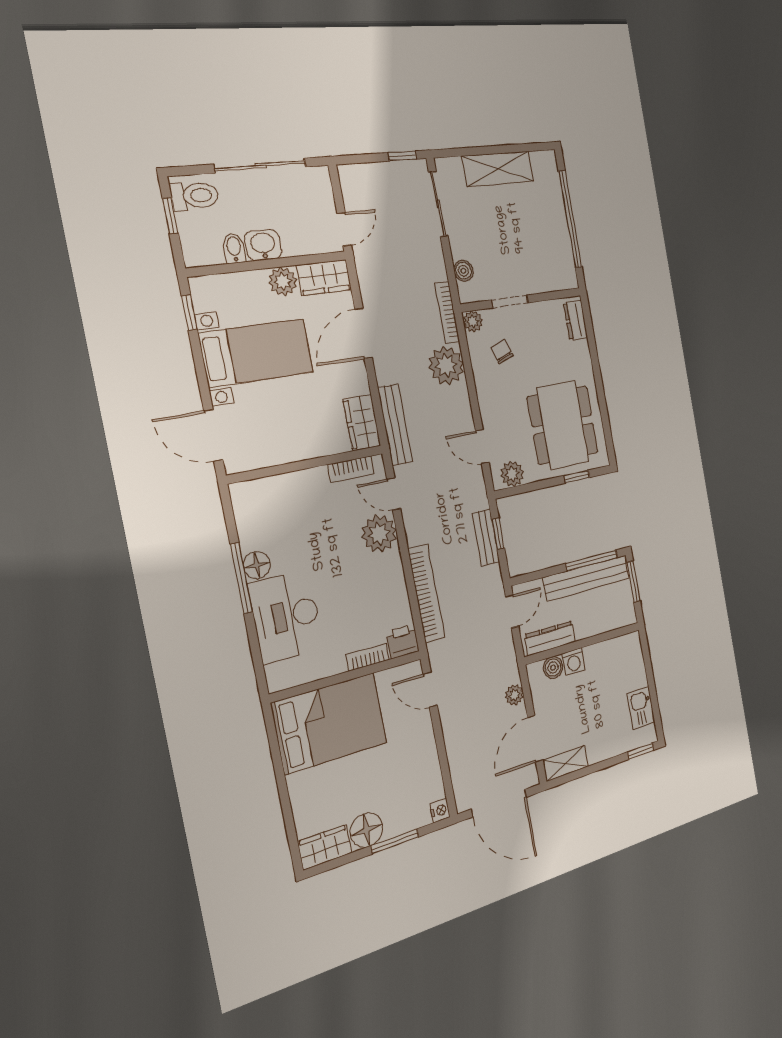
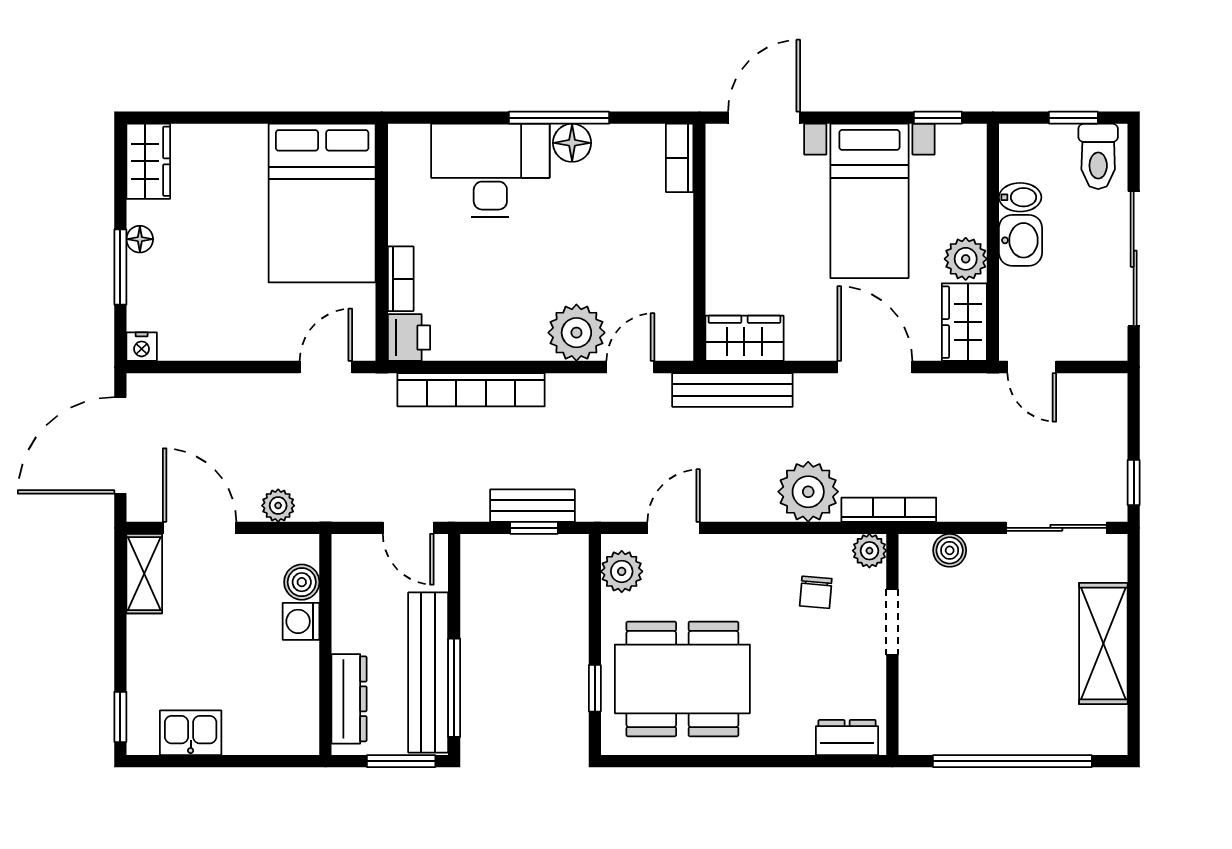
chair: (502, 352) -> (816, 592), turned 114
bookcase: (351, 469) -> (680, 158), moved
dresser: (550, 638) -> (349, 699), moved
floor lamp: (366, 830) -> (140, 239), width x0.53, depth x0.53

